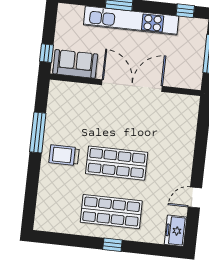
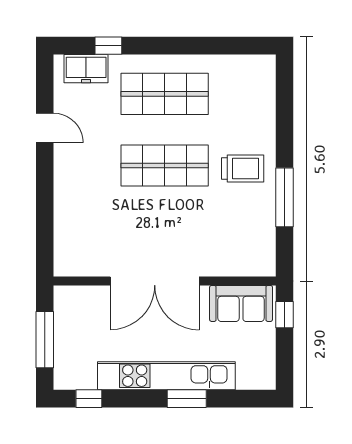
door: (195, 197) -> (45, 128), hinge flipped
freezer: (176, 231) -> (86, 69), moved, turned 90
window: (112, 245) -> (108, 46), moved

